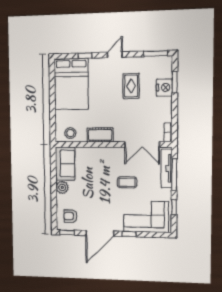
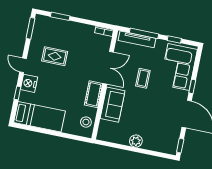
bed: (71, 84) -> (40, 117), width x0.67
nightstand: (164, 87) -> (29, 83), moved, turned -90
double door: (142, 144) -> (108, 68), moved
sofa: (65, 164) -> (112, 105), moved, turned 90
armchair: (70, 216) -> (165, 139), removed

